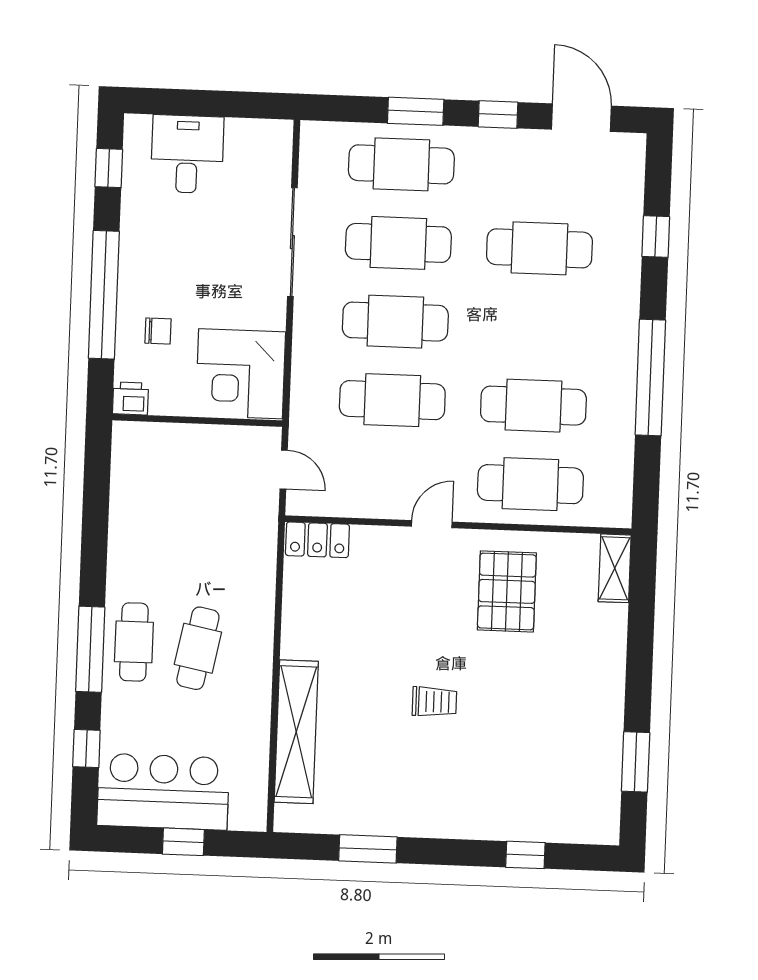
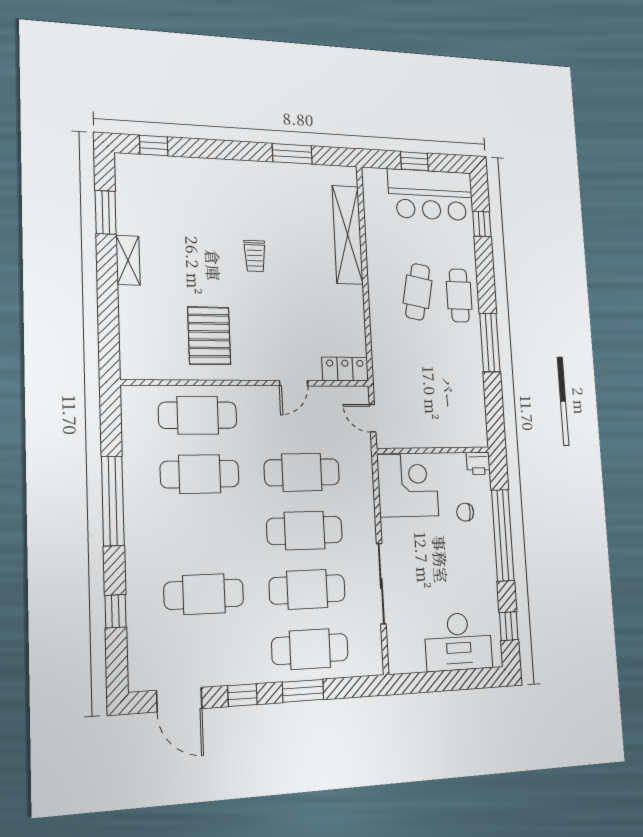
desk: (187, 154) -> (458, 642), width x1.37
door: (432, 524) -> (294, 383), moved
shelving: (615, 568) -> (128, 260), moved
window: (90, 649) -> (490, 343), moved
trolley: (434, 702) -> (255, 256), turned -90
window: (525, 855) -> (154, 145), moved

